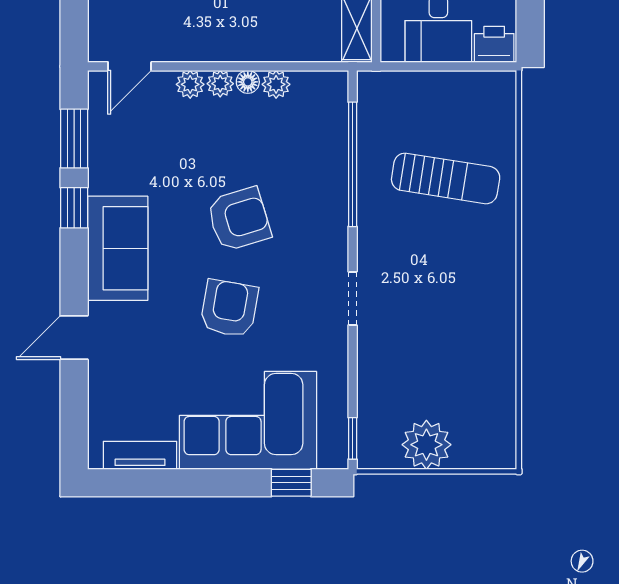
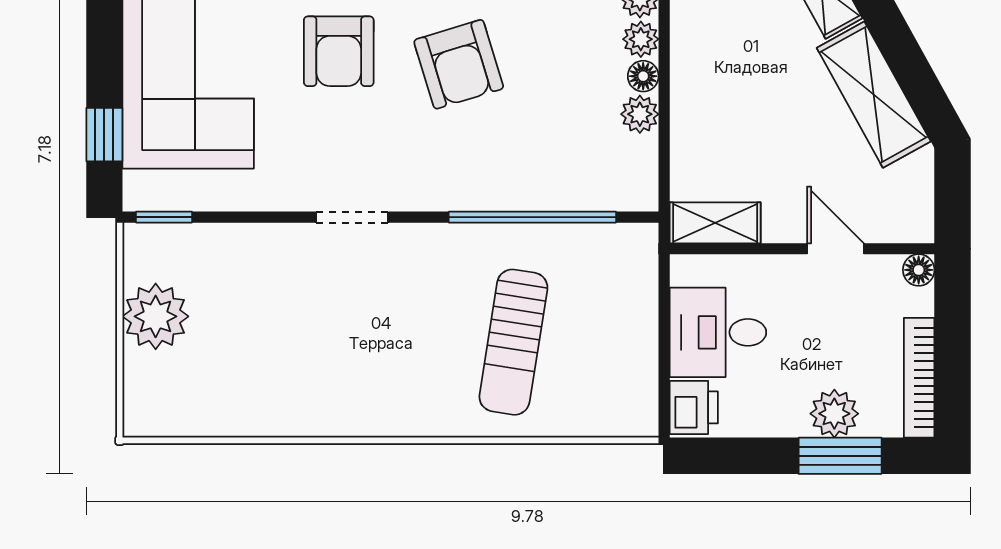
armchair: (229, 308) -> (339, 51), turned 80

